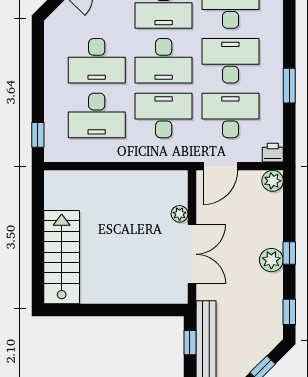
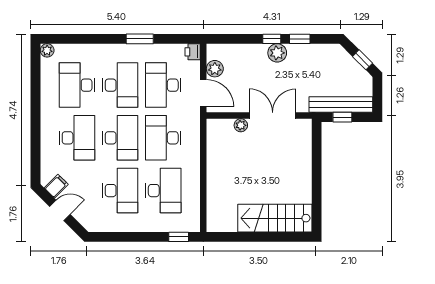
desk: (230, 61) -> (120, 85), turned 180
plant: (273, 181) -> (215, 69), moved
window: (289, 312) -> (300, 39), moved

